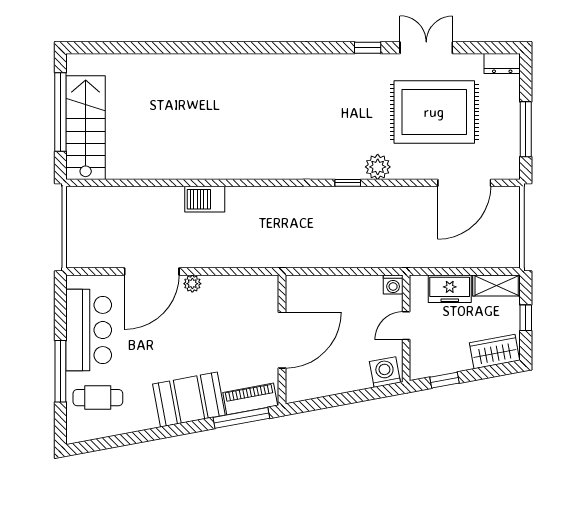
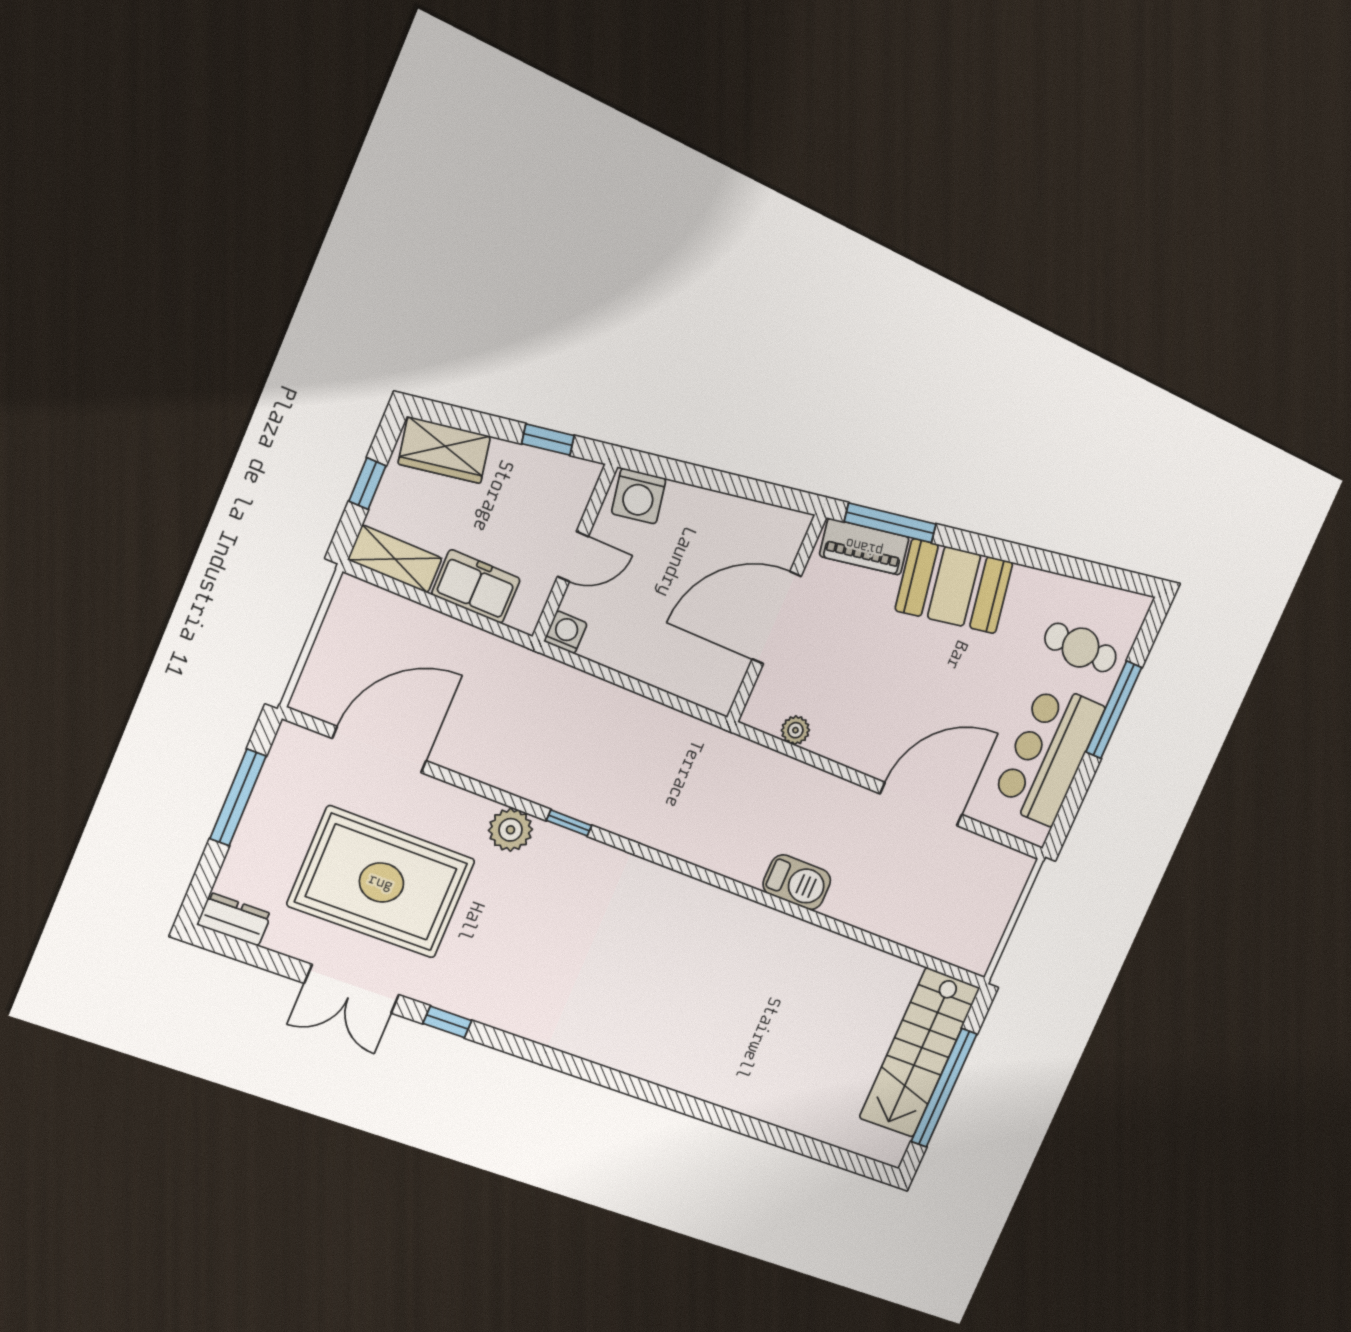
plant: (192, 284) -> (795, 730), moved

